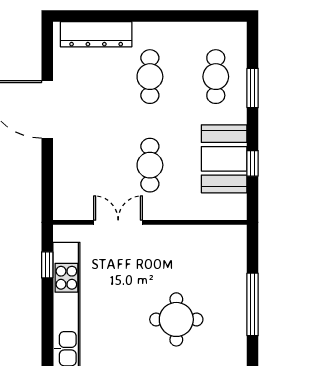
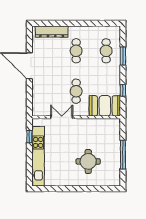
booth: (224, 159) -> (105, 106), moved, turned 90

